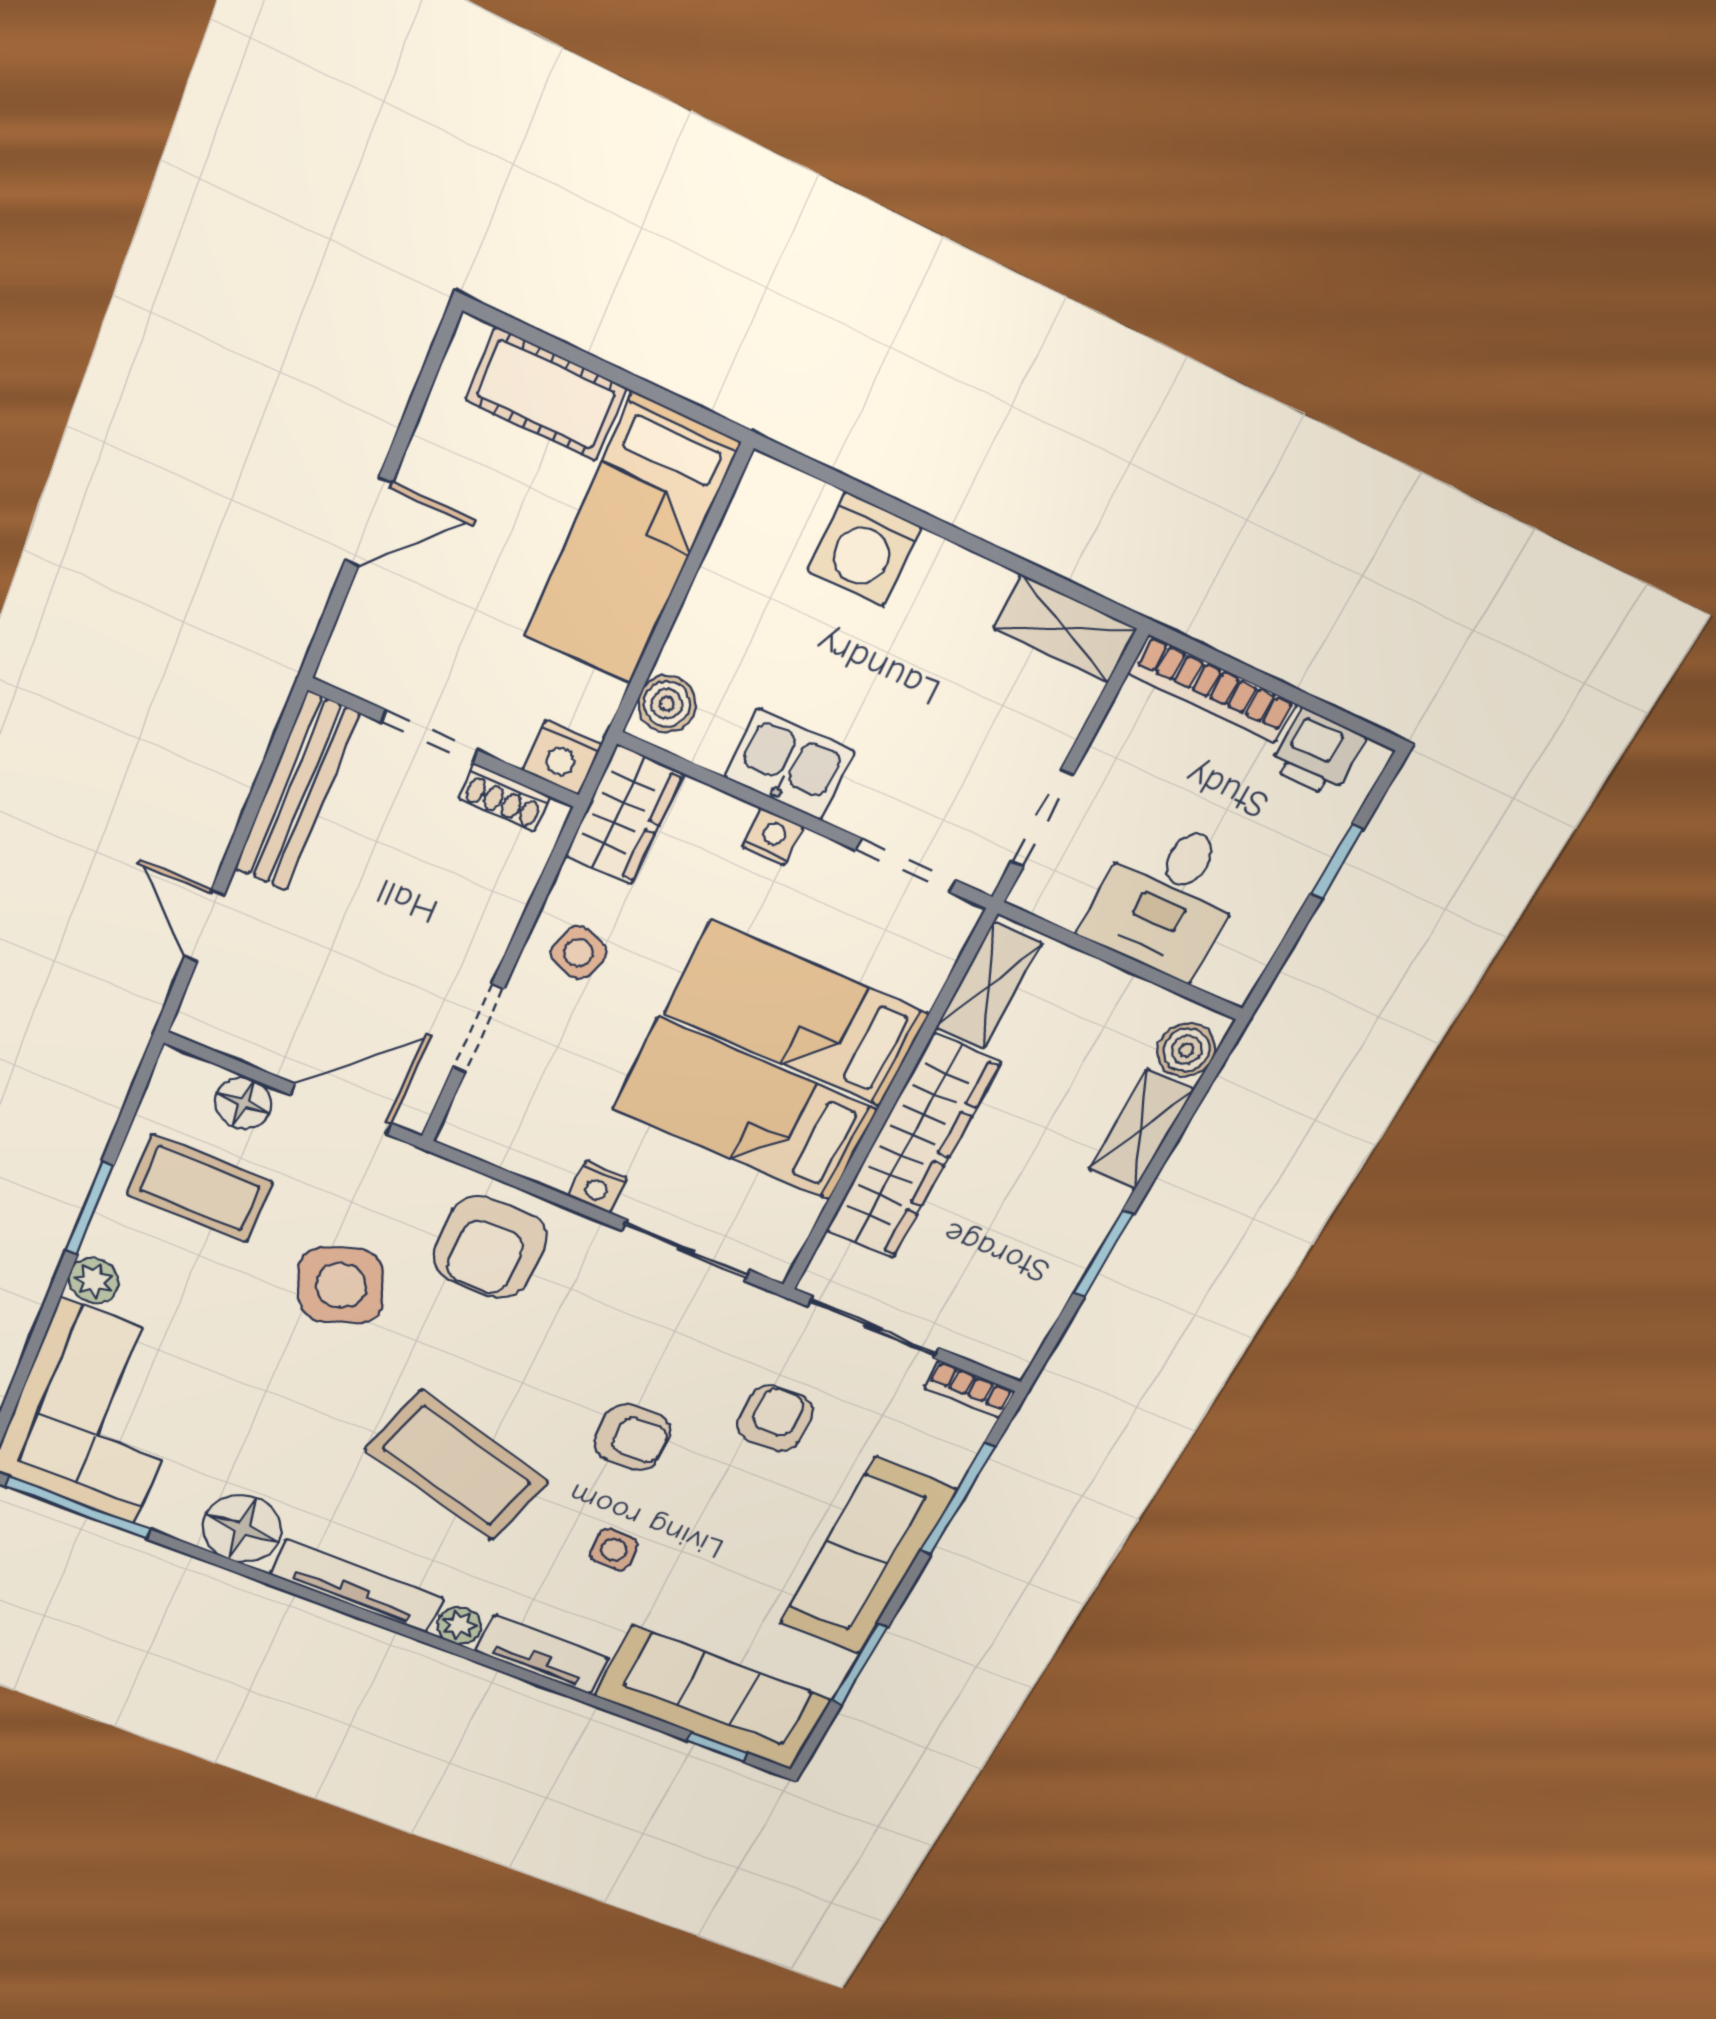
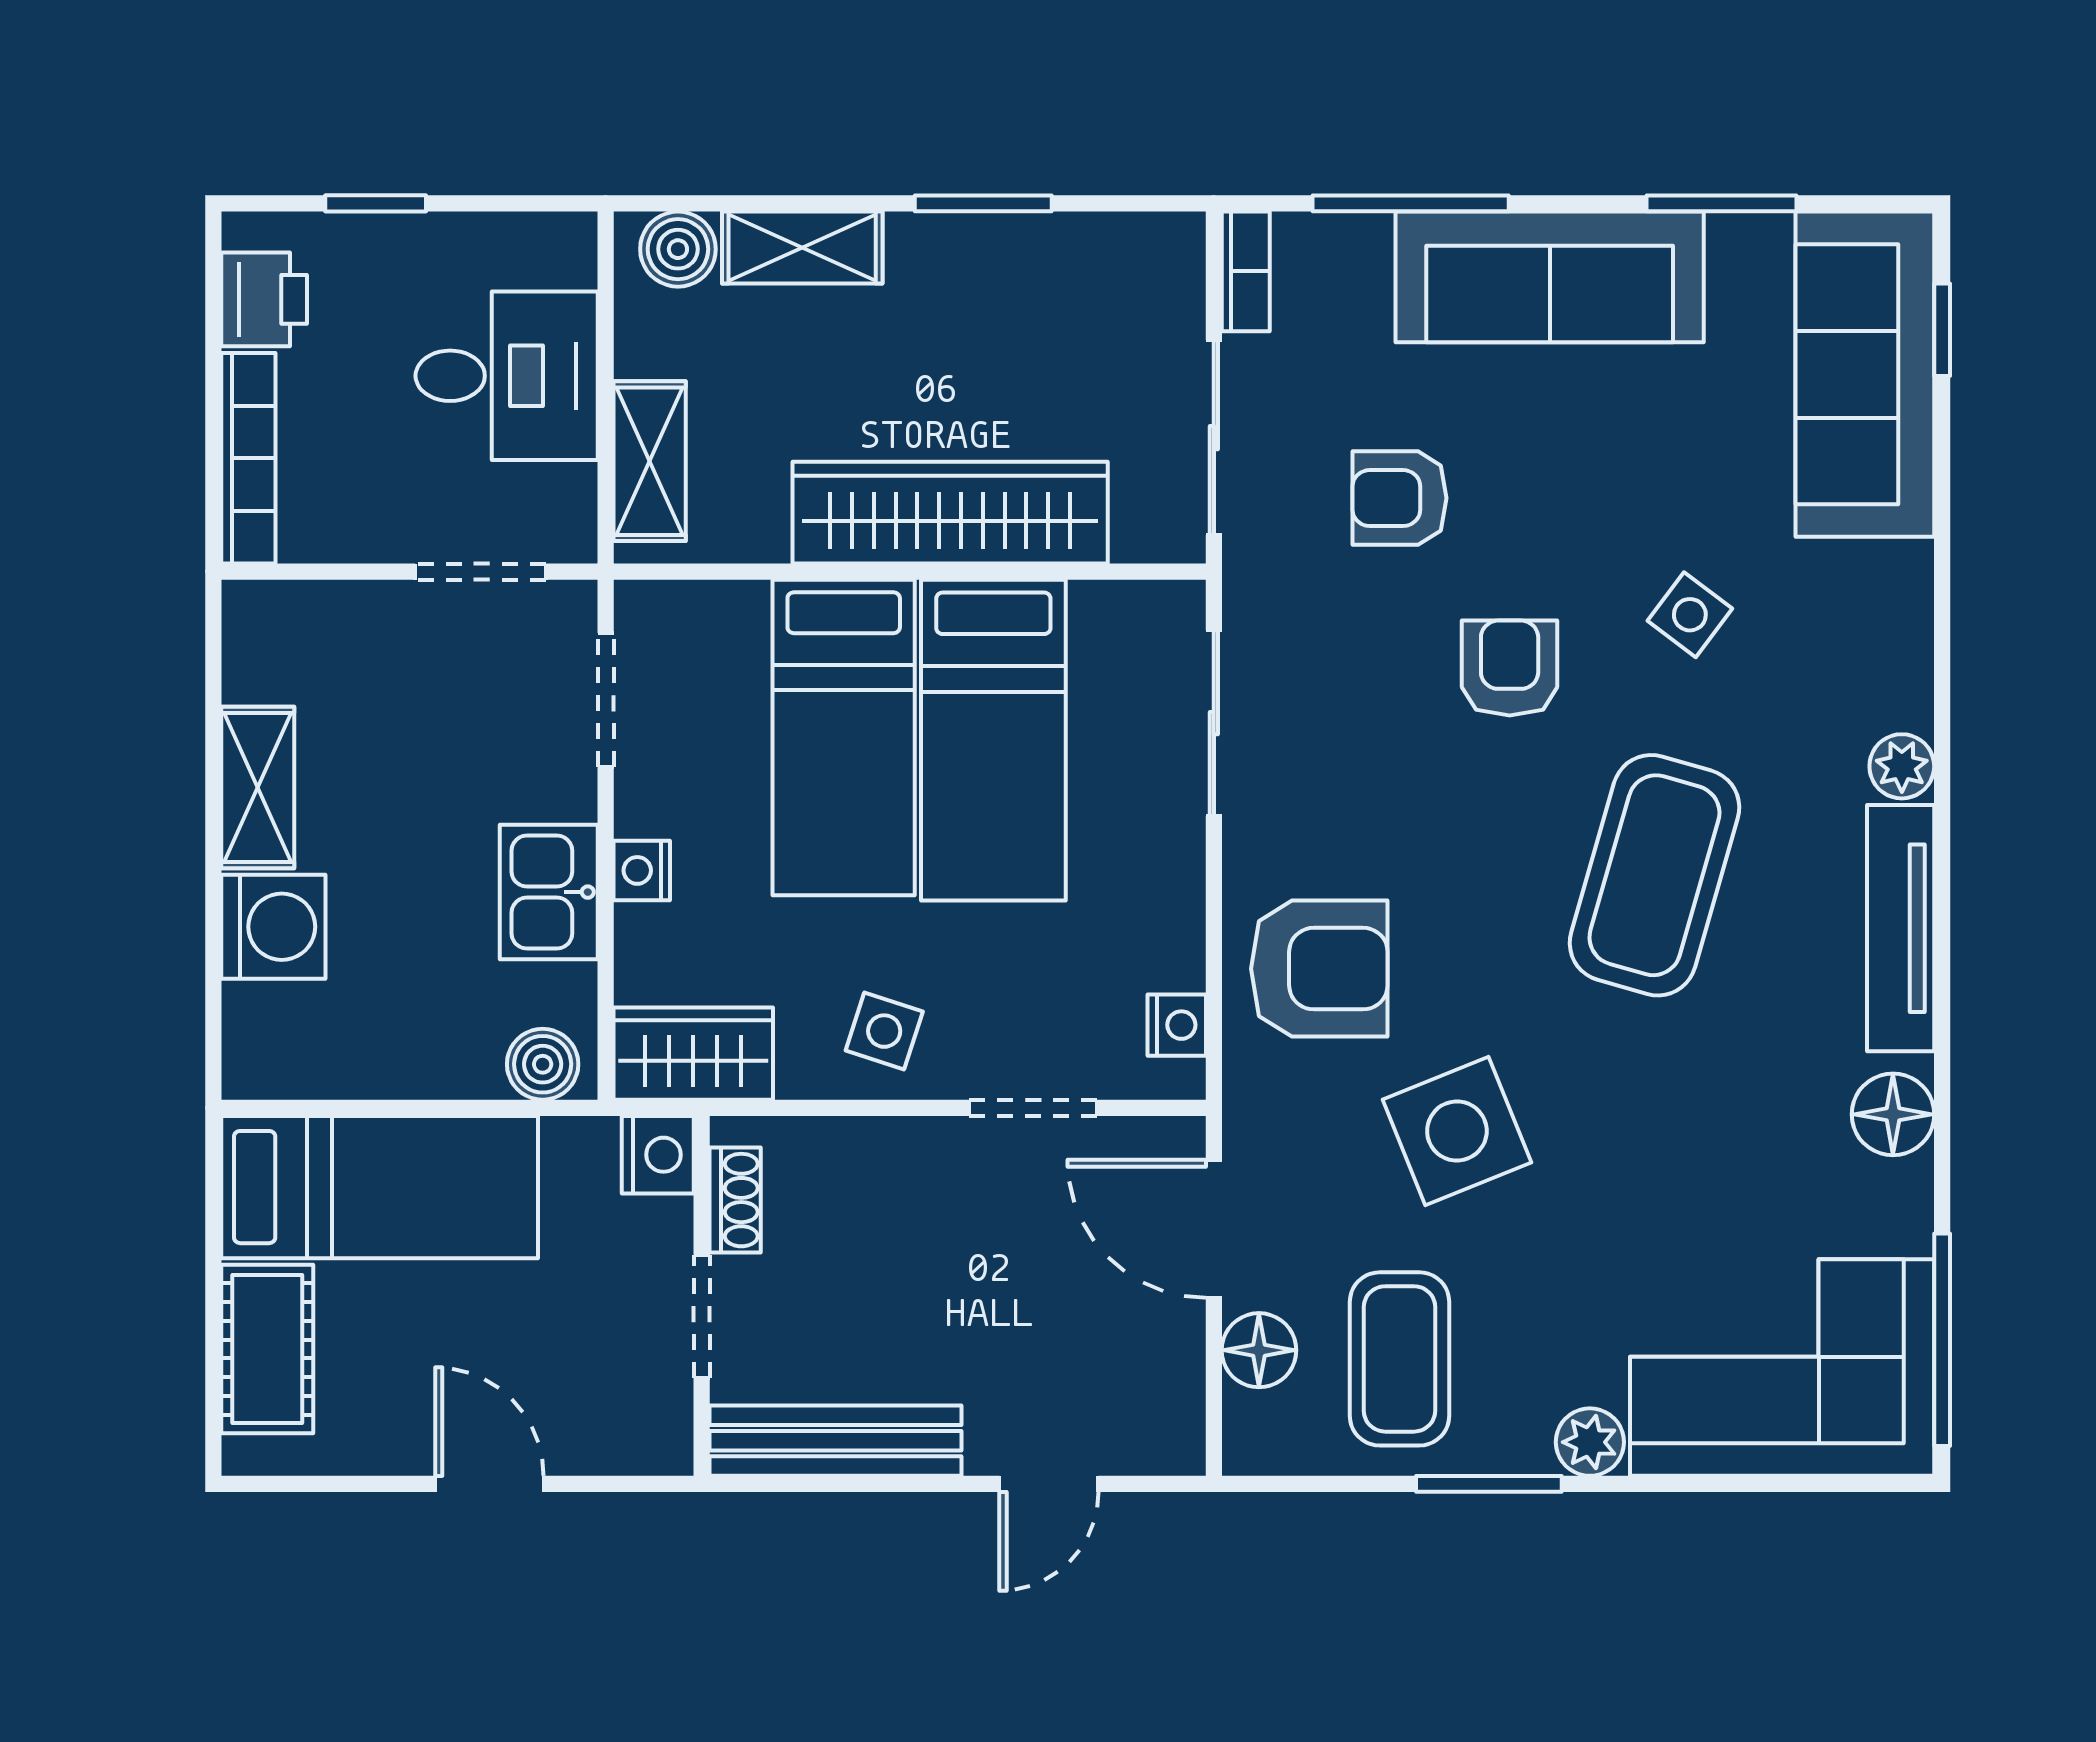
shelving: (1065, 628) -> (258, 787), moved
shelving: (989, 986) -> (650, 461), moved, turned 90
nightstand: (598, 1187) -> (1177, 1025), moved
floor lamp: (242, 1529) -> (1893, 1114), width x0.73, depth x0.73
side table: (614, 1550) -> (1690, 615), turned 37
tv unit: (542, 1655) -> (1899, 635), removed

